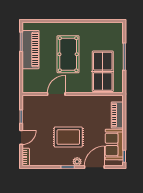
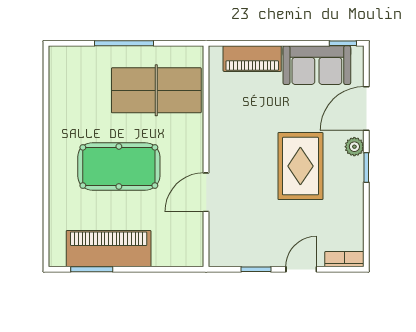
door: (56, 94) -> (206, 192), hinge flipped
door: (21, 137) -> (301, 269), hinge flipped
door: (94, 167) -> (366, 109), hinge flipped

